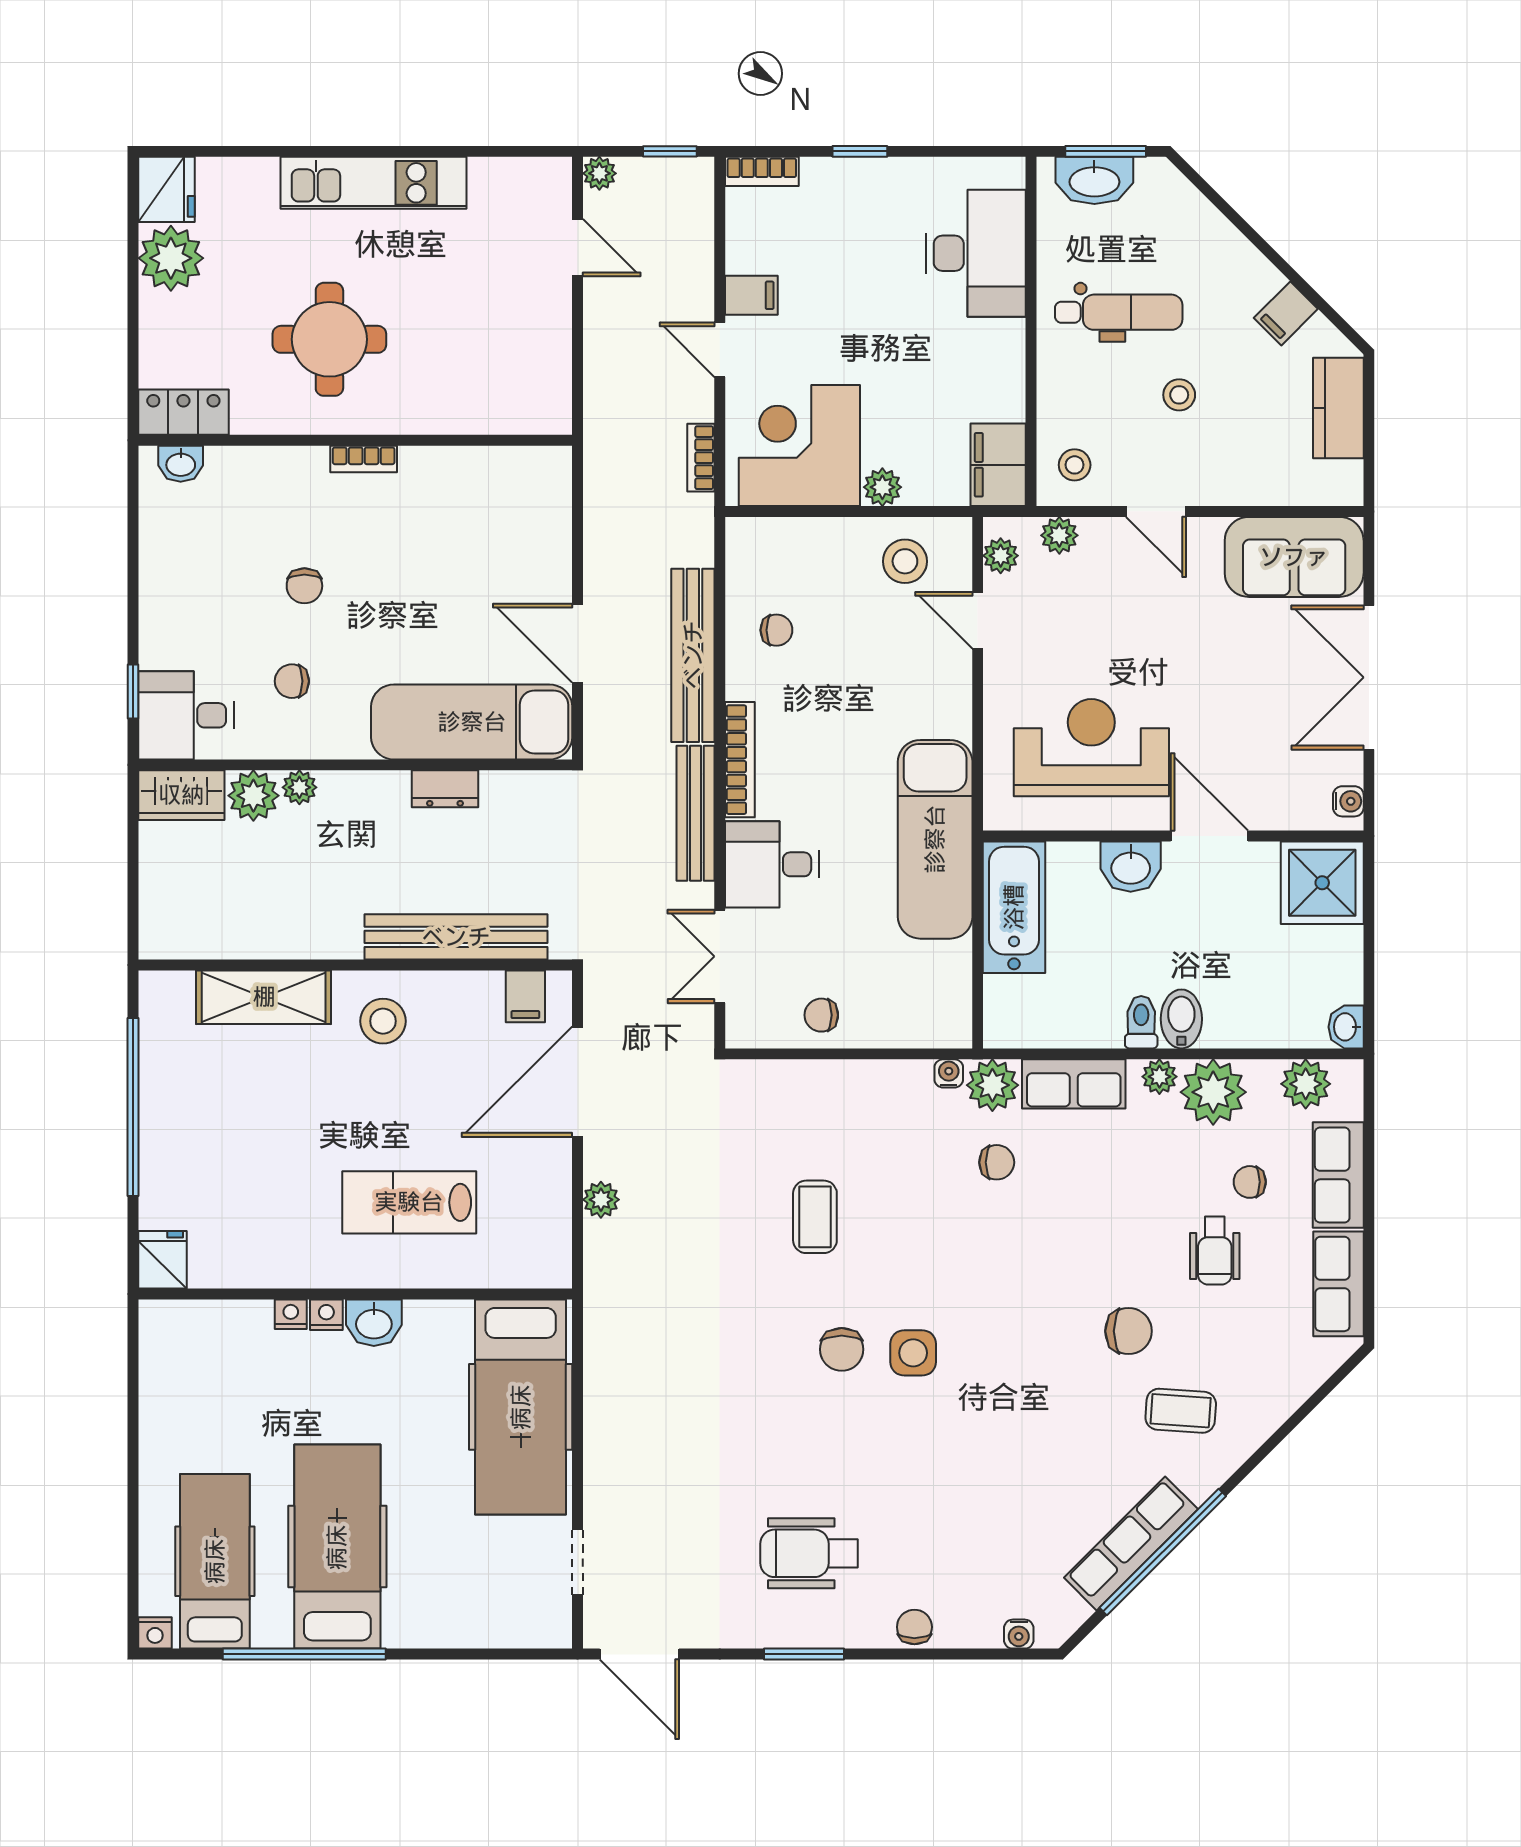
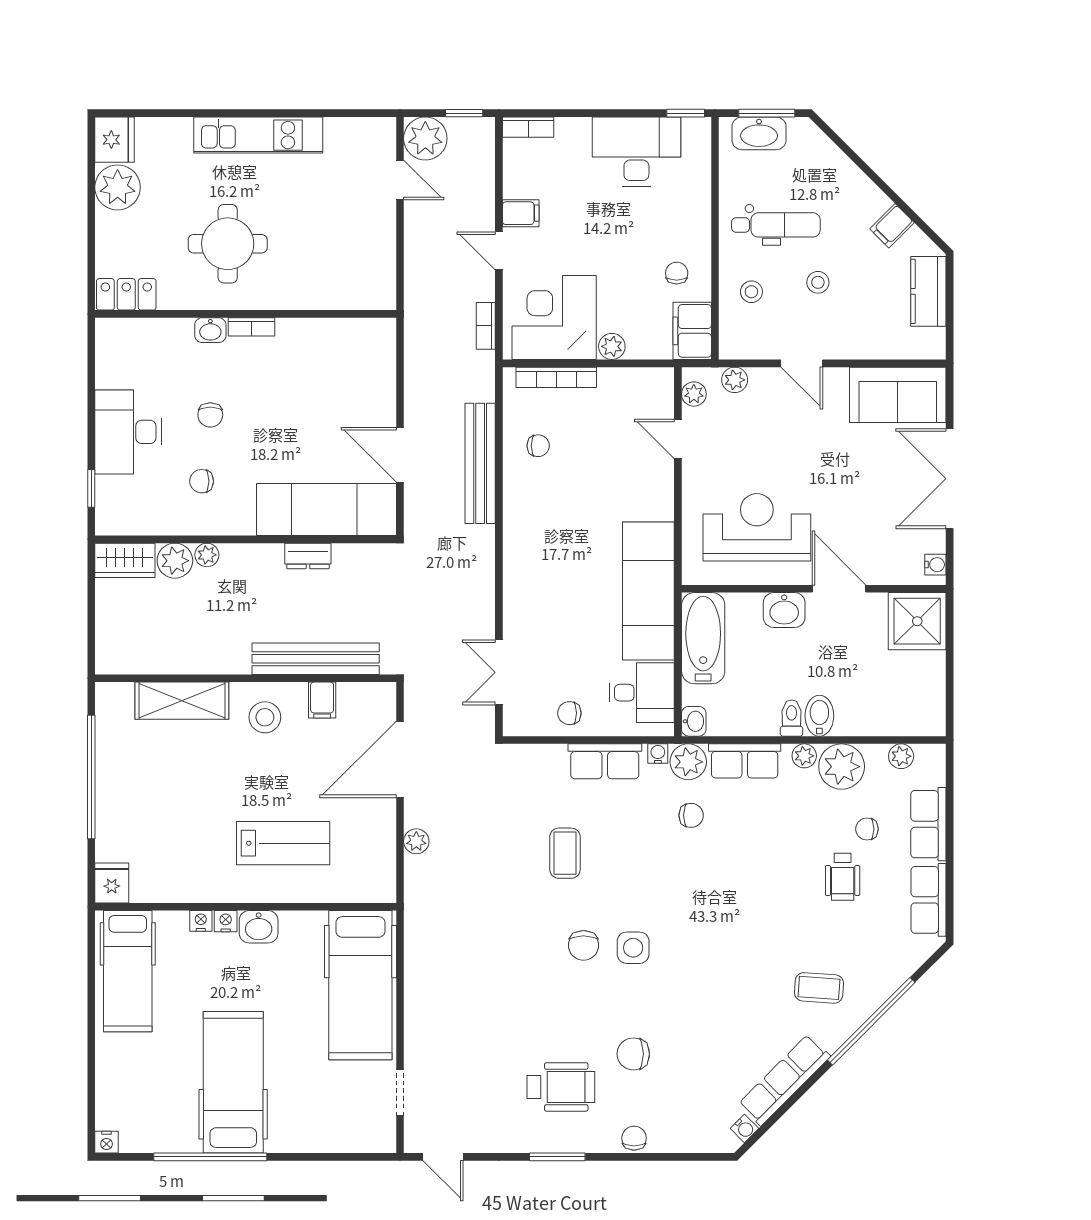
window: (860, 151) -> (686, 113), moved
plant: (599, 173) -> (425, 138), width x1.88, depth x1.88
desk: (976, 253) -> (636, 152), moved, turned -90
chair: (976, 381) -> (677, 273), added
washbasin: (181, 464) -> (210, 330), moved
stool: (1075, 465) -> (751, 292), moved
stool: (905, 561) -> (627, 398), removed
desk: (186, 715) -> (128, 432), moved, width x1.37
bookcase: (740, 760) -> (556, 377), moved, turned 90
bench: (696, 813) -> (482, 573), removed
desk: (772, 864) -> (642, 693), moved, turned 180
filing cabinet: (525, 996) -> (322, 700), moved
washbasin: (1346, 1027) -> (694, 721), moved, turned 180
plant: (1306, 1084) -> (901, 756), width x0.73, depth x0.73
row of seats: (872, 1085) -> (605, 761), added
lab bench: (409, 1202) -> (283, 843), turned 180
chair: (1129, 1331) -> (633, 1054), moved, turned 180
window: (1163, 1552) -> (871, 1021), moved
wheelchair: (809, 1553) -> (561, 1087), turned 180
hospital bed: (215, 1561) -> (128, 971), moved, turned 180
water cooler: (1019, 1634) -> (744, 1128), moved, turned -45
door: (639, 1654) -> (443, 1157), width x0.73

